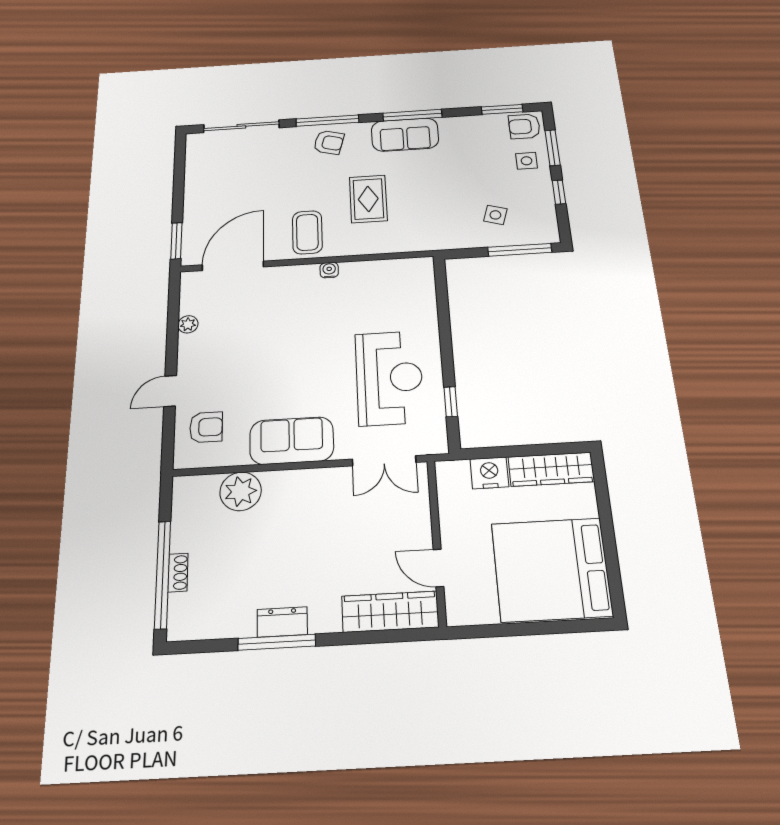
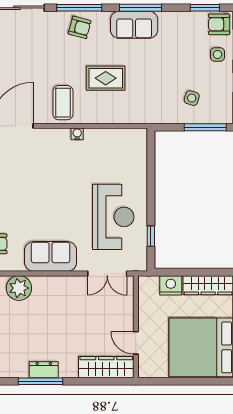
rug: (368, 199) -> (106, 78), turned 90

